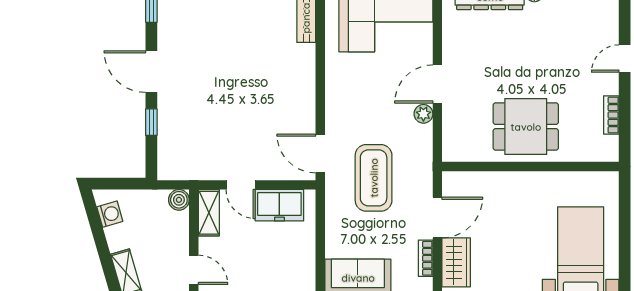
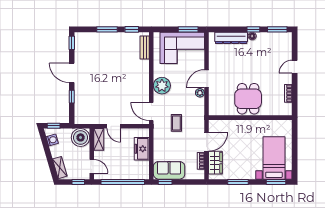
plant: (343, 99) -> (162, 86), added
dining table: (526, 127) -> (248, 99), turned 90
coffee table: (374, 178) -> (176, 123), width x0.54, depth x0.58
window: (113, 184) -> (54, 126), added
boiler: (179, 200) -> (81, 137), width x1.86, depth x1.86
freezer: (279, 205) -> (142, 149), moved, turned 90

